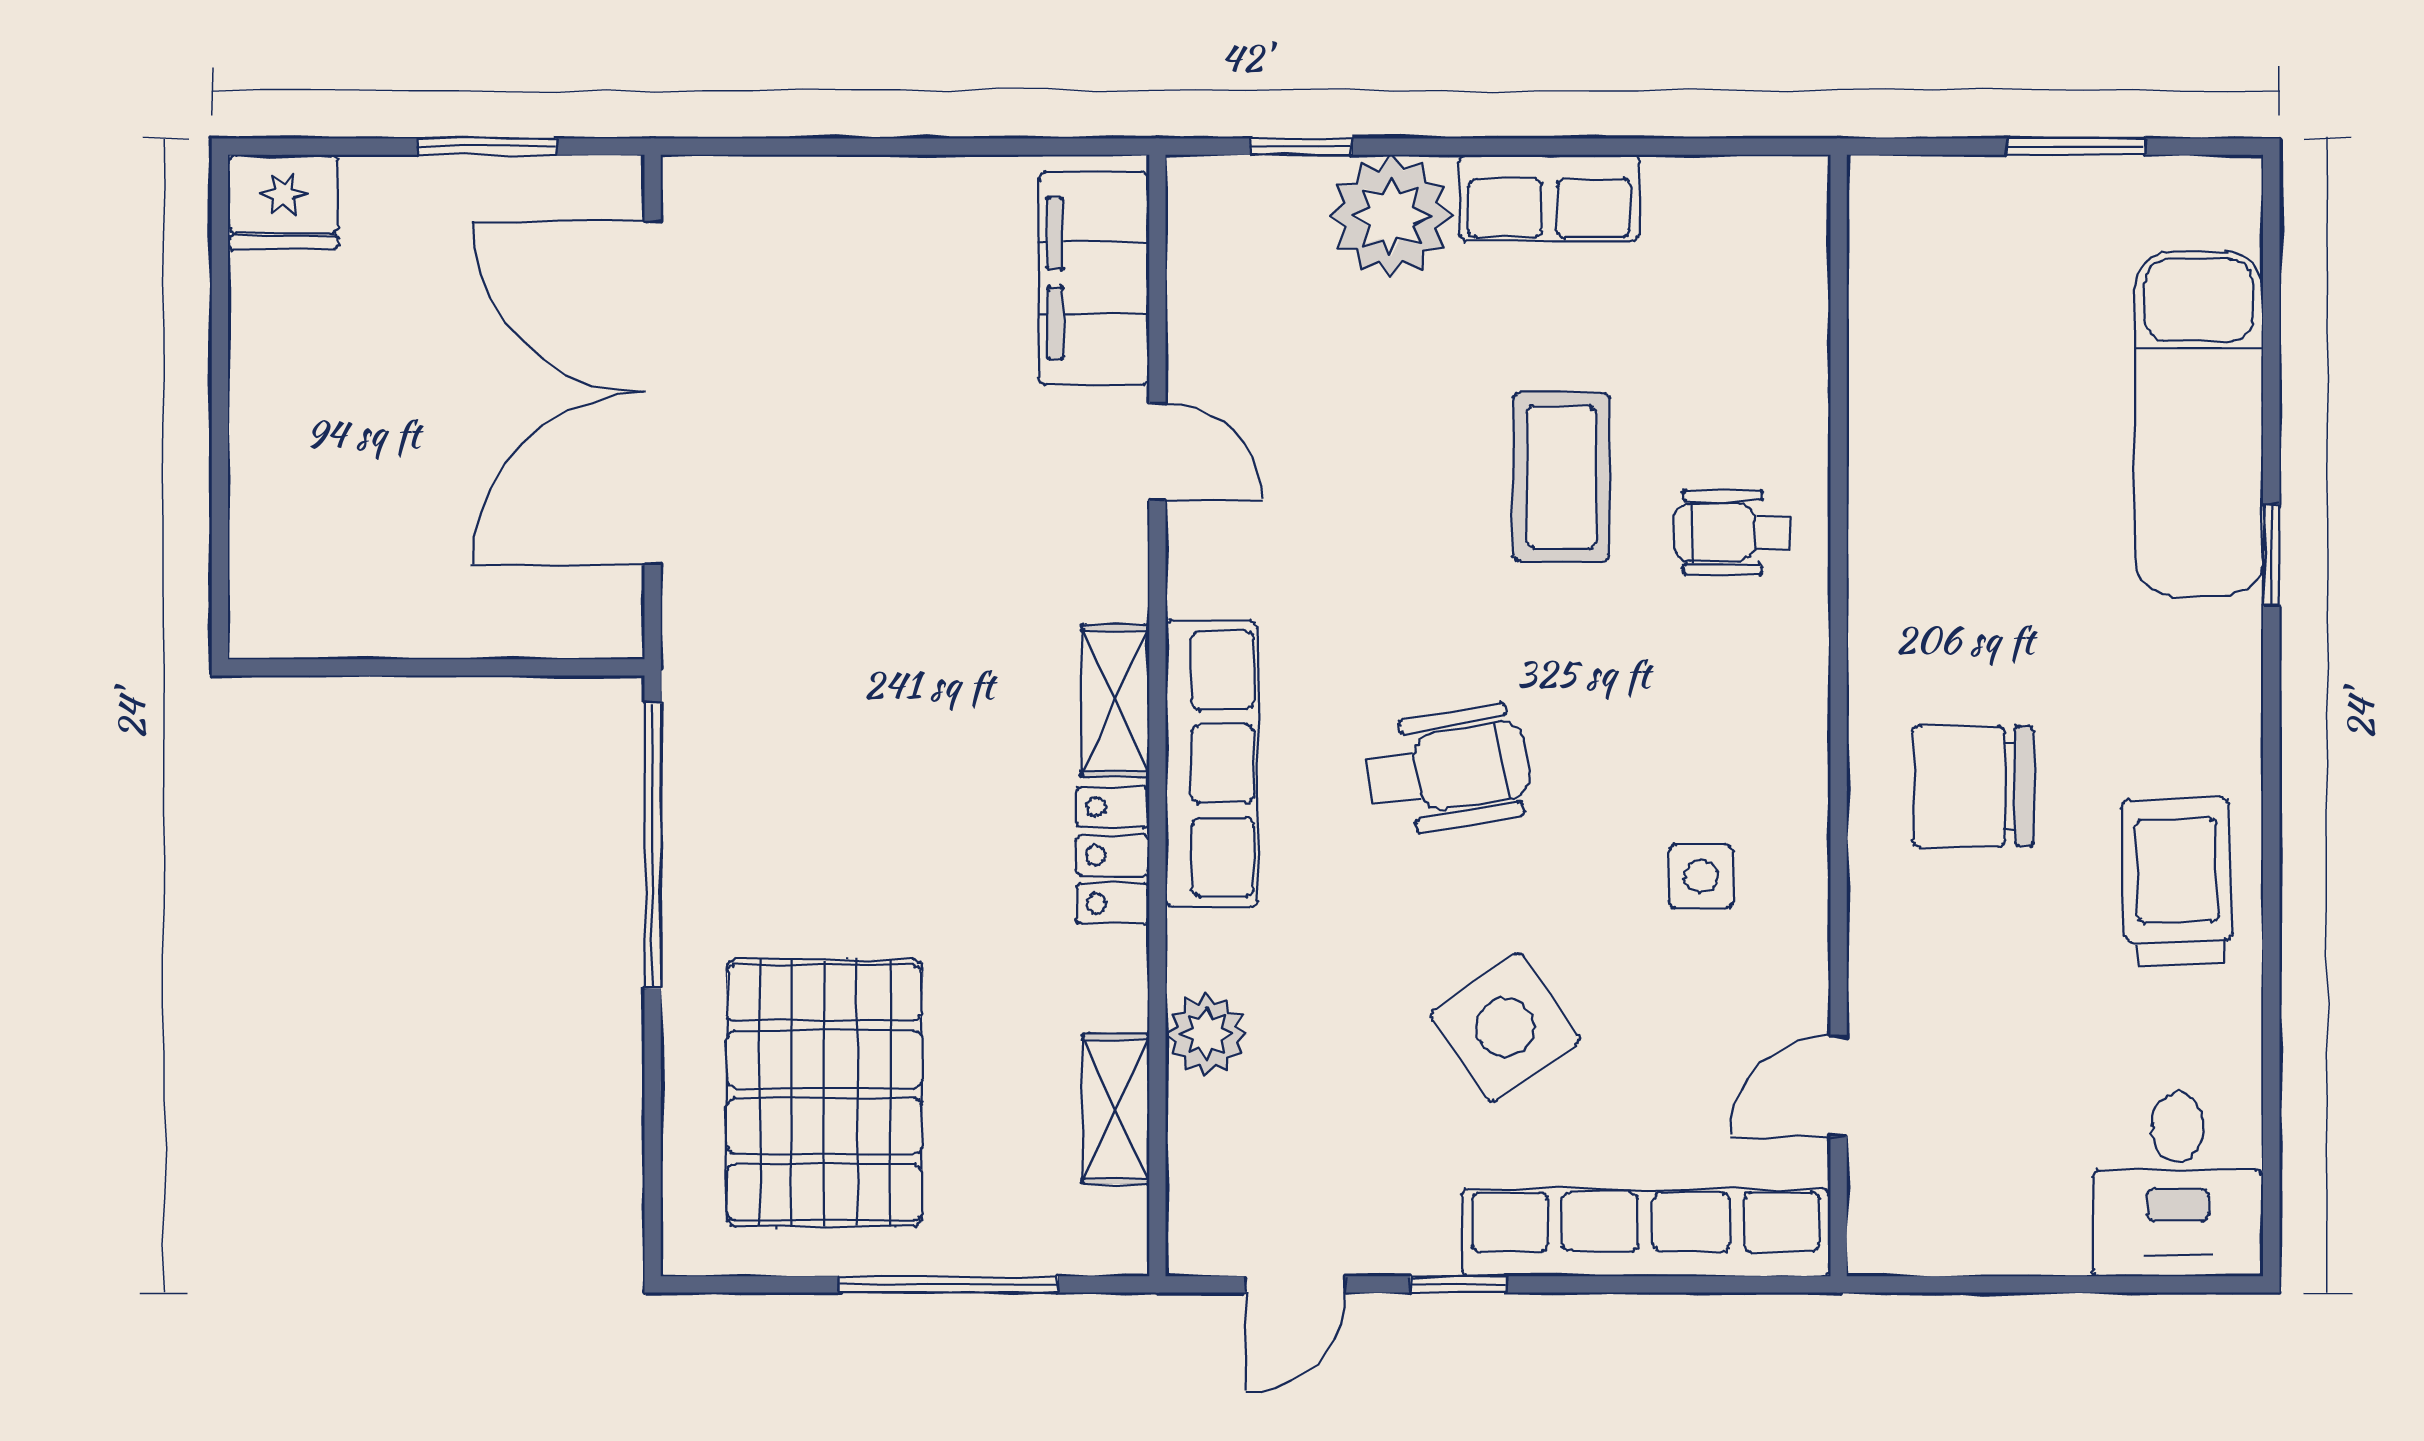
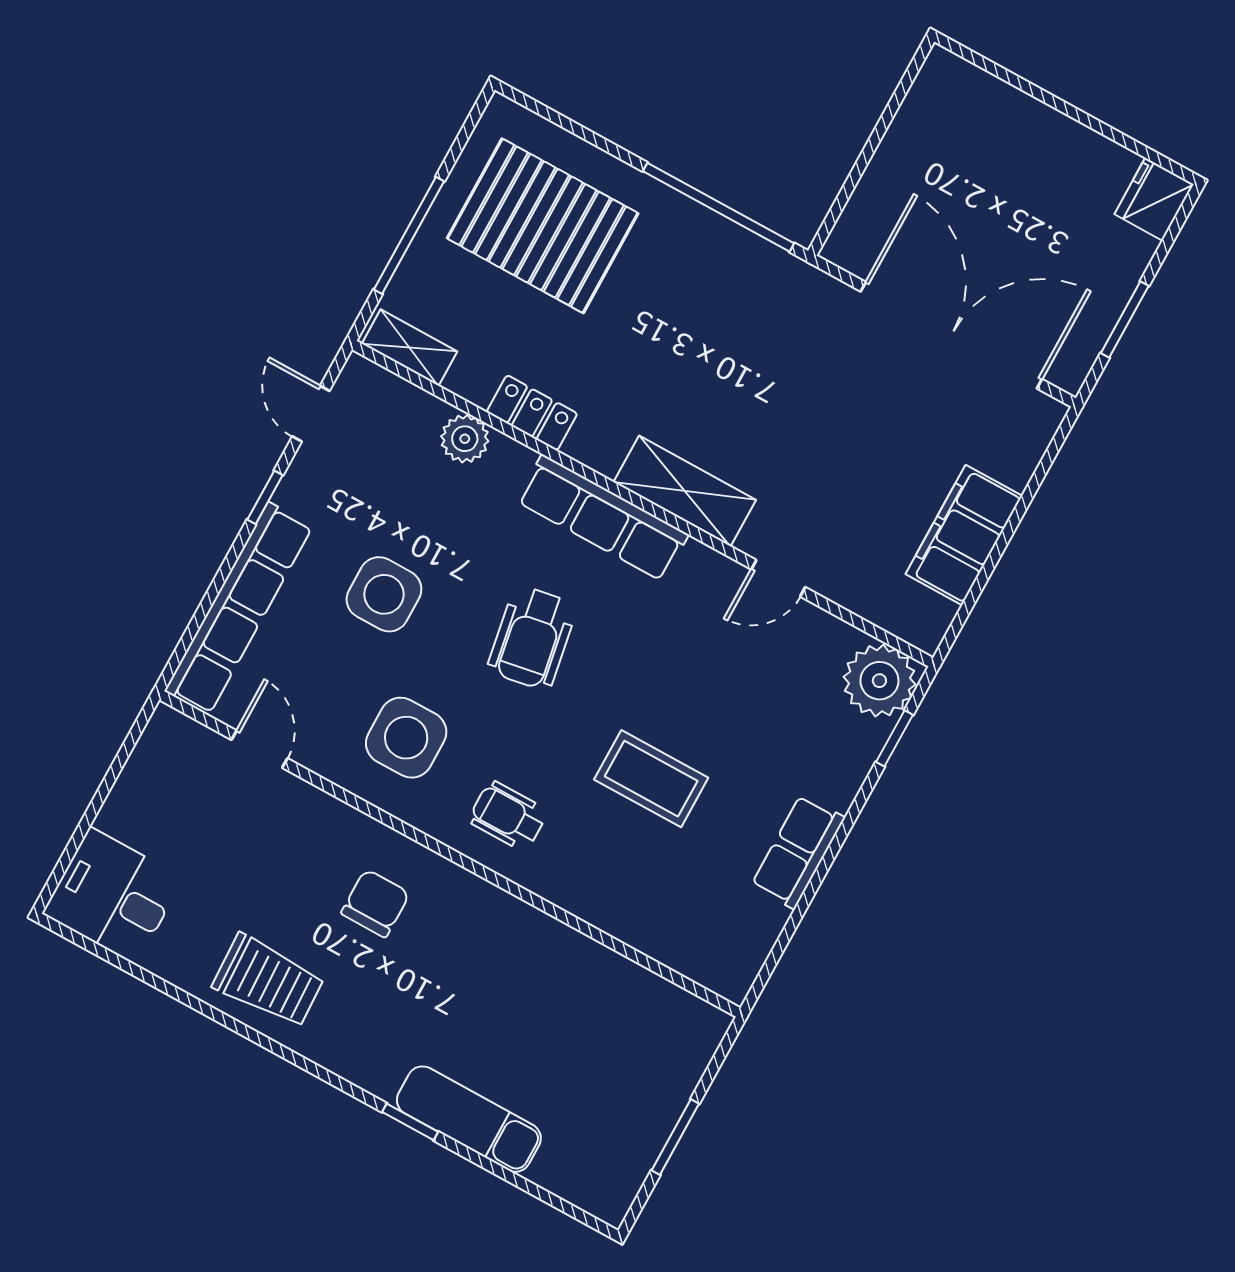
plant: (1391, 216) -> (879, 681), moved
filing cabinet: (1094, 278) -> (964, 535), moved, turned -90
exam couch: (2199, 424) -> (469, 1119), width x0.73, depth x0.69
wheelchair: (1732, 533) -> (508, 816), moved, turned -90
shelving: (1115, 701) -> (685, 491), width x1.50, depth x1.33
chair: (1973, 786) -> (375, 903), width x0.73, depth x0.73
locker: (1113, 855) -> (532, 413), moved
side table: (1701, 876) -> (406, 738), width x1.87, depth x1.87
side table: (1505, 1027) -> (384, 594), turned 35
shelving: (1116, 1109) -> (410, 348), moved

